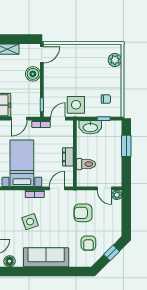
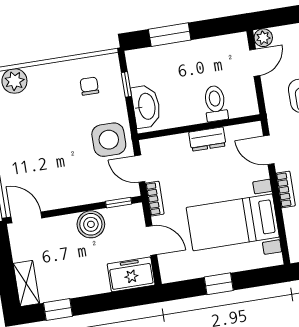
boiler: (33, 74) -> (91, 224), moved

